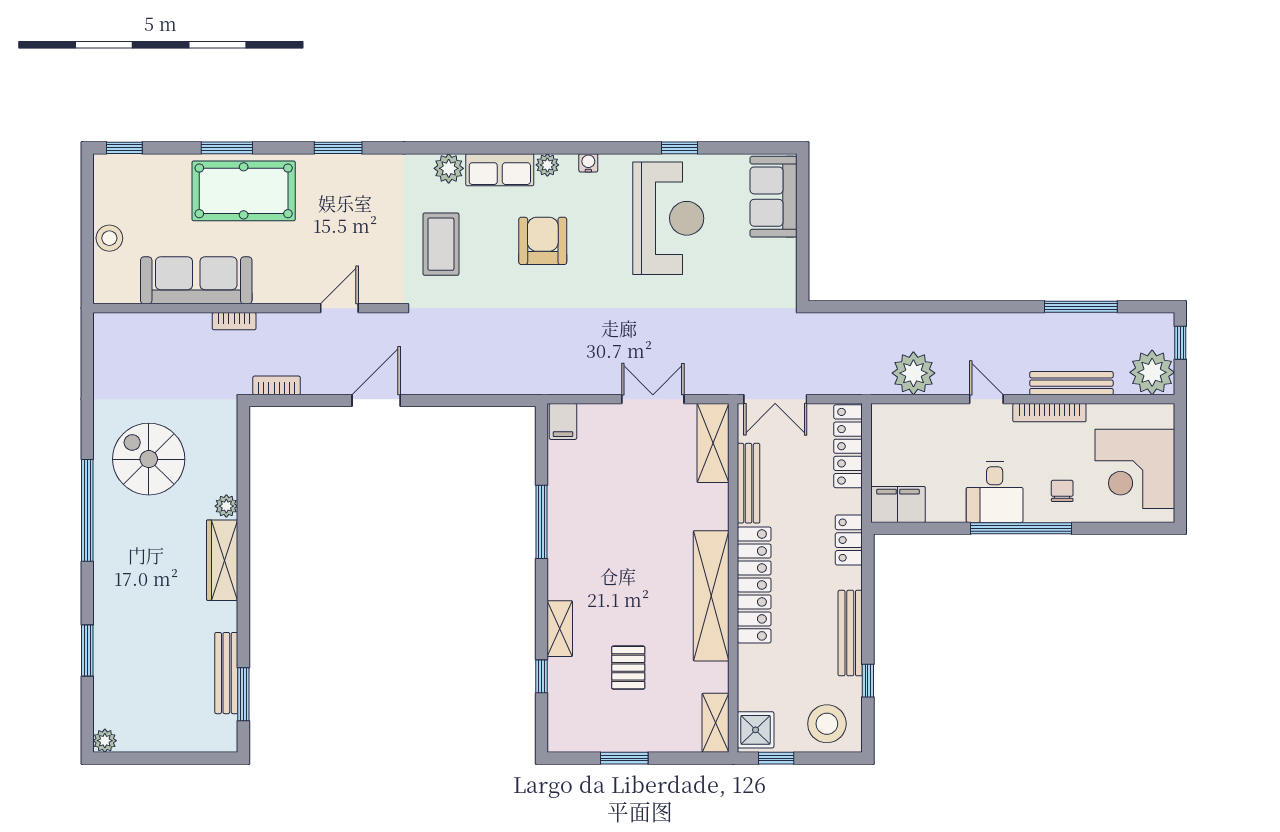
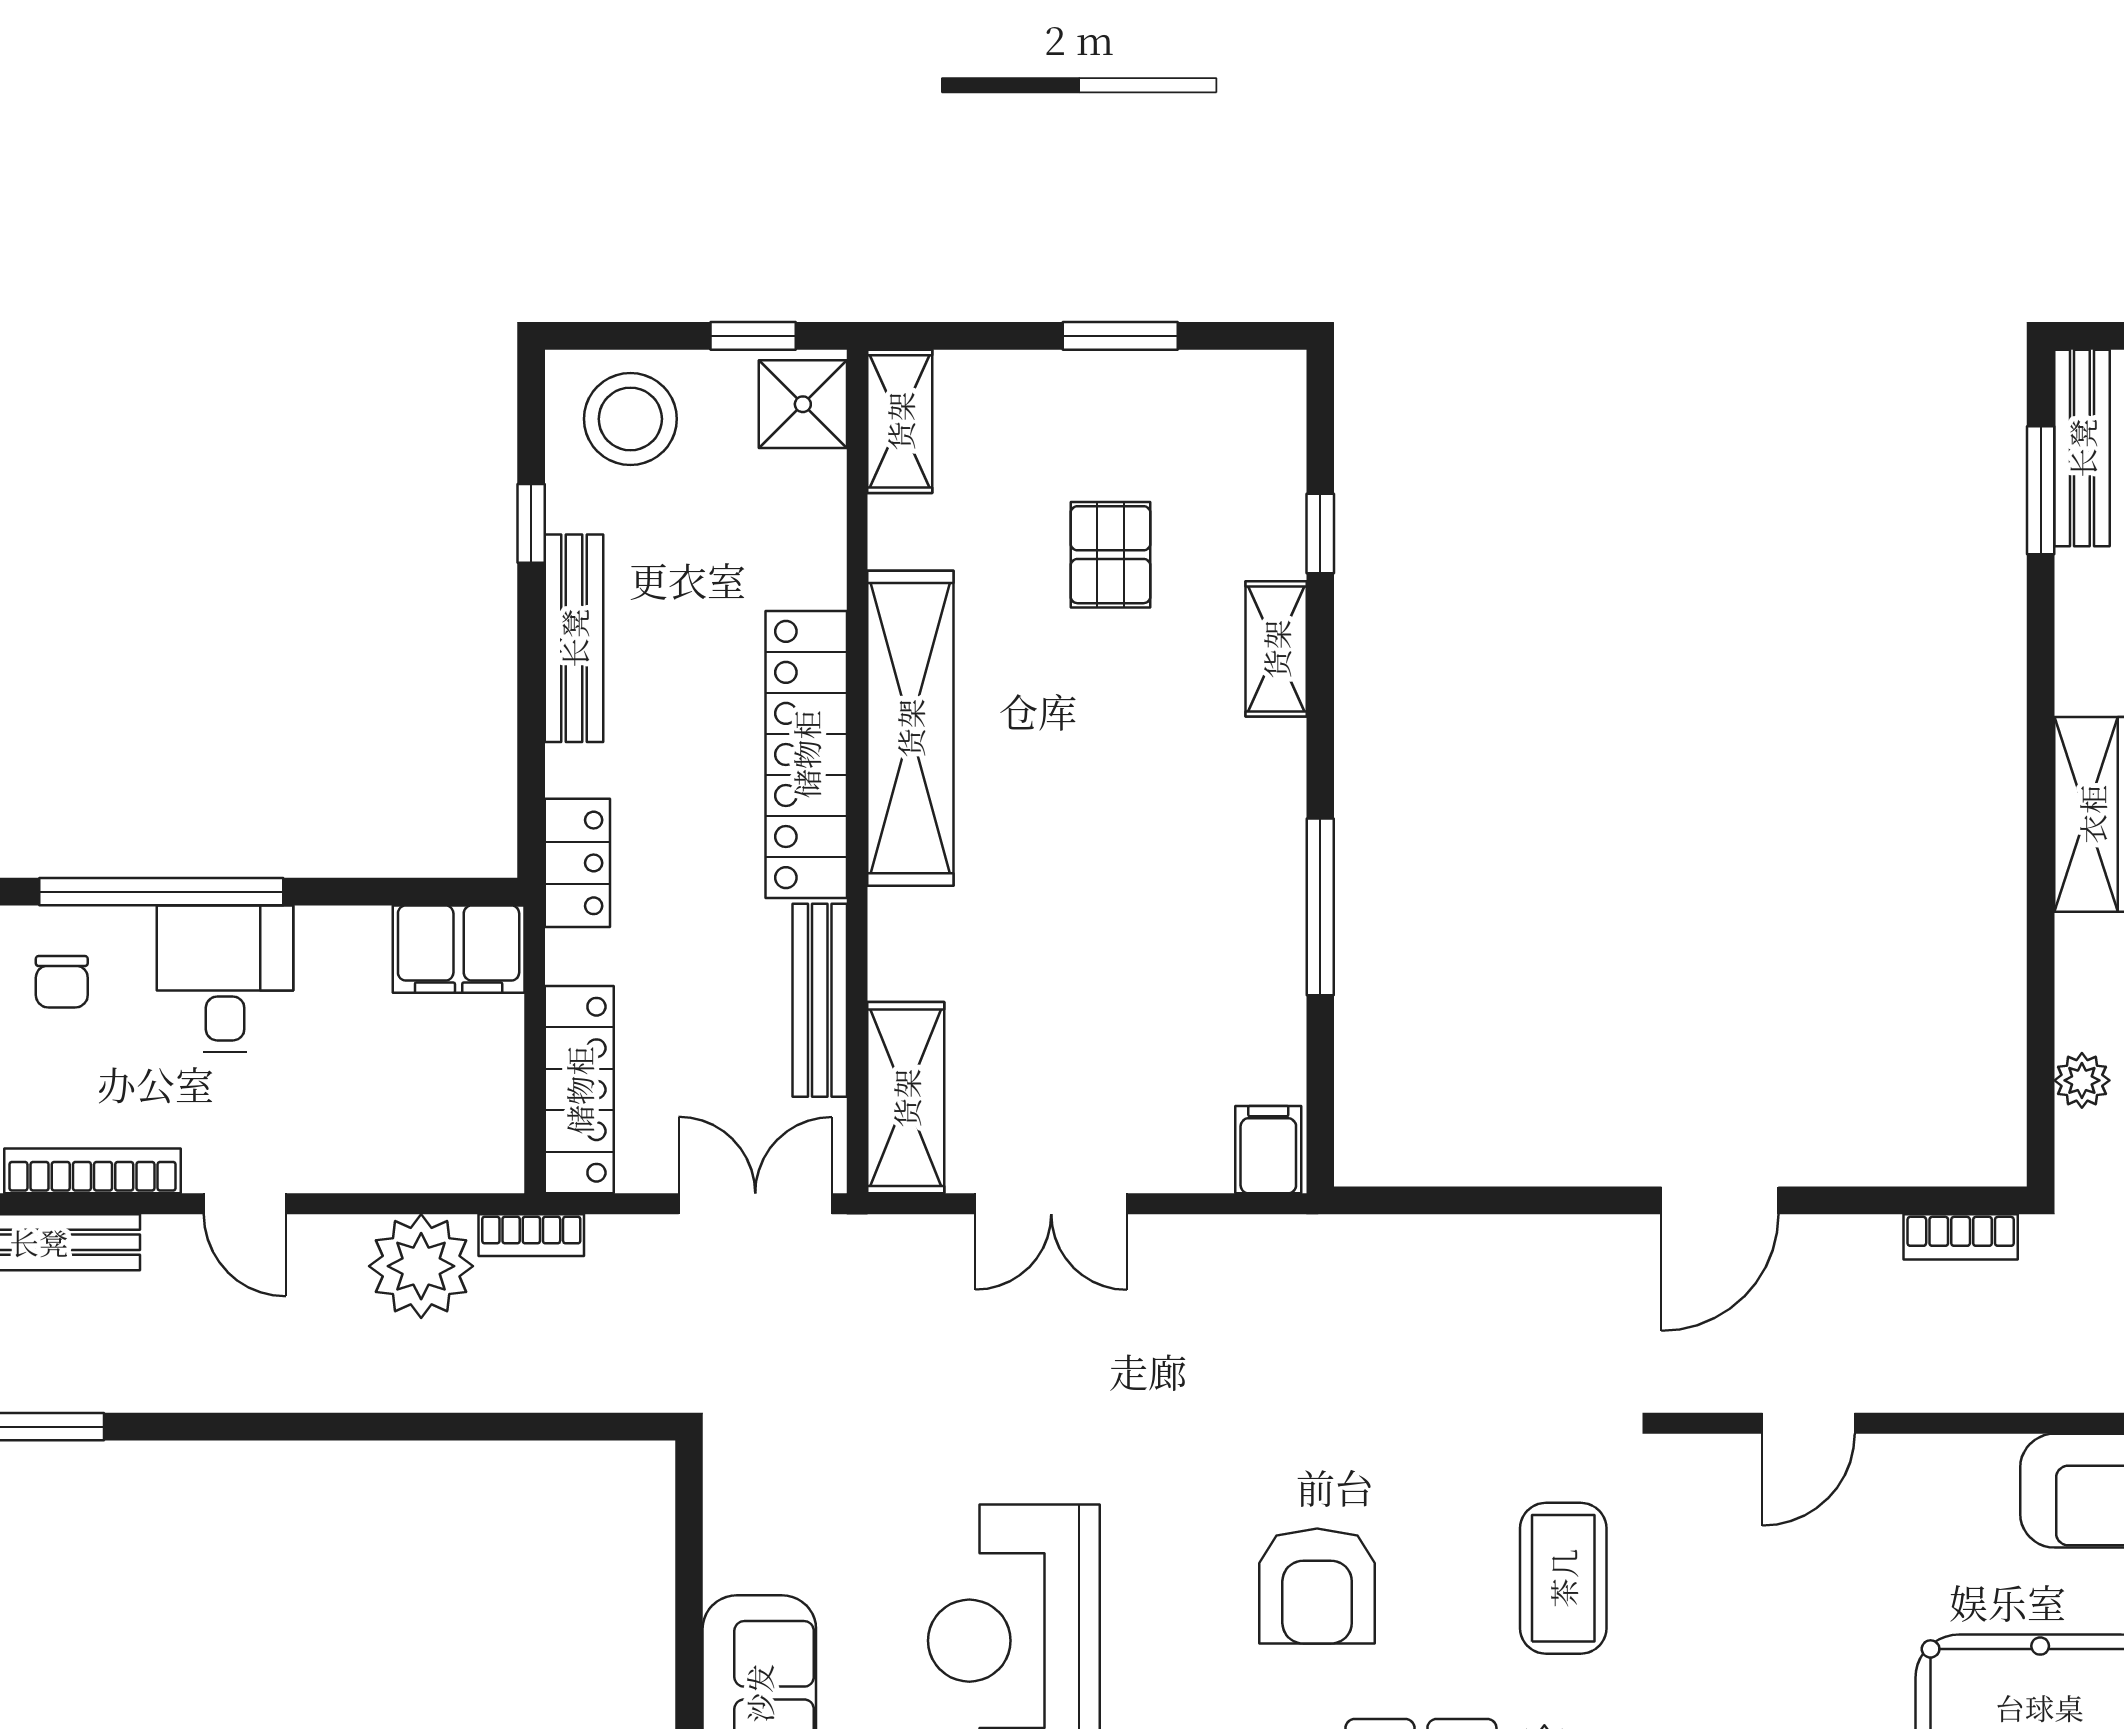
bookcase: (234, 321) -> (531, 1235), moved, turned 180
plant: (226, 506) -> (2082, 1080), moved
bench: (226, 673) -> (2082, 448), moved

